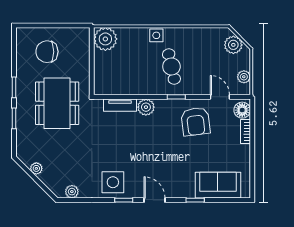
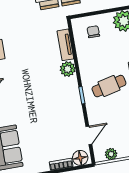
chair: (111, 73) -> (93, 32), added
armchair: (195, 122) -> (62, 117), removed

